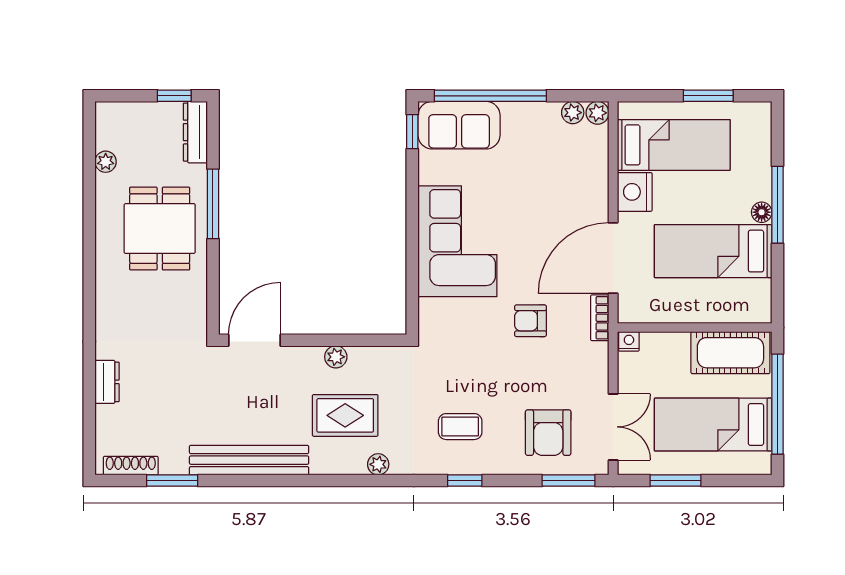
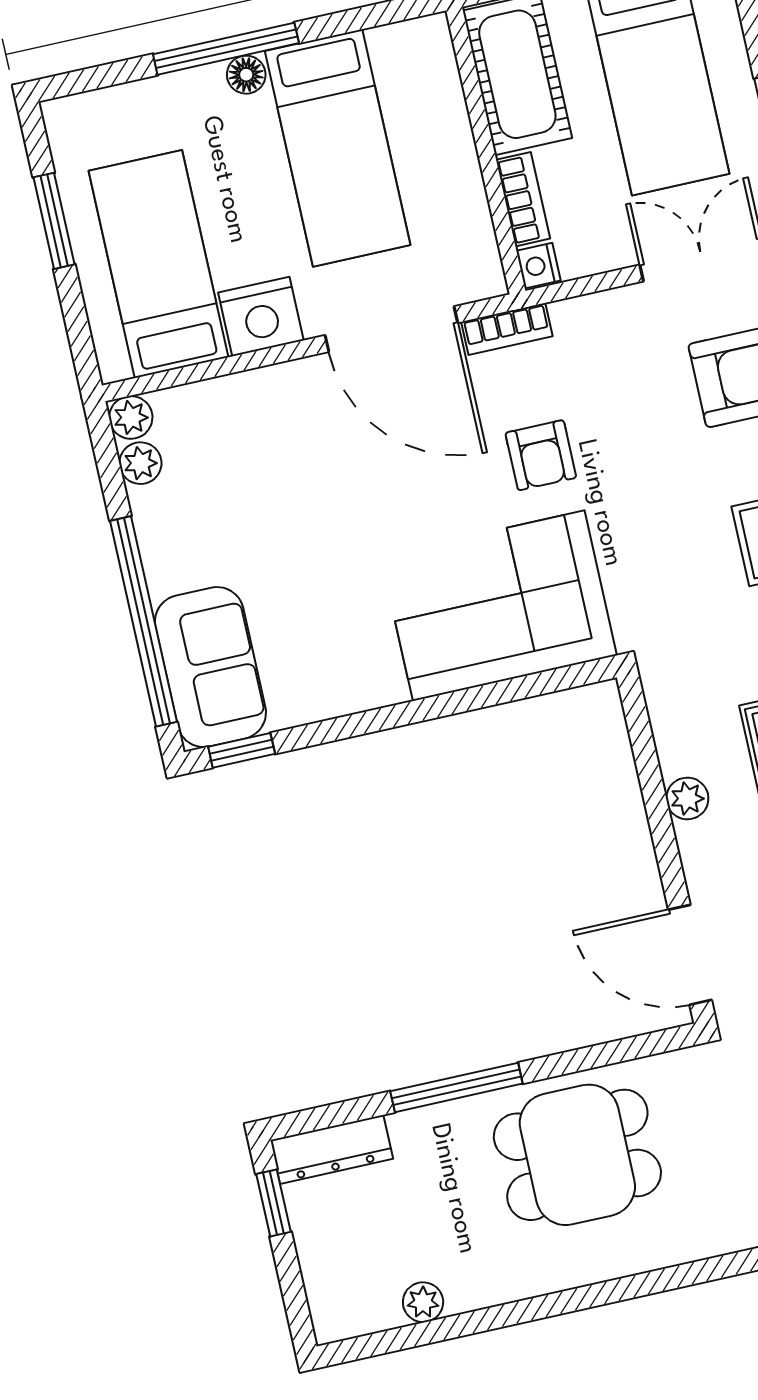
dining table: (160, 229) -> (577, 1155), moved
corner sofa: (457, 241) -> (499, 606), moved
bookcase: (665, 341) -> (523, 199), added

